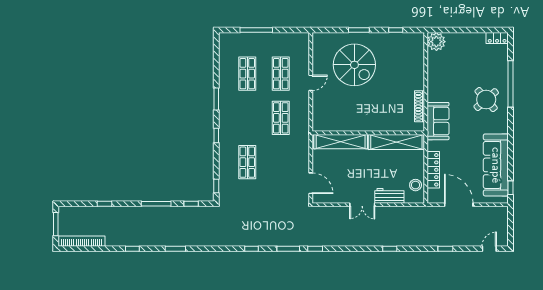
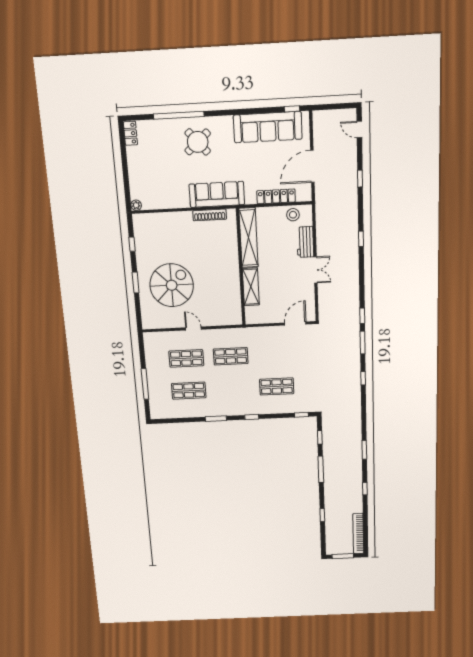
plant: (436, 42) -> (136, 205), width x0.53, depth x0.53
sofa: (438, 121) -> (217, 194), width x1.36
shelving: (341, 142) -> (251, 287), width x0.68

